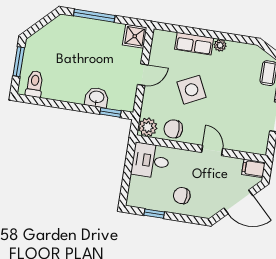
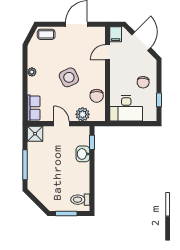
row of seats: (194, 44) -> (34, 108), moved
side table: (192, 90) -> (69, 77), moved
plant: (148, 127) -> (83, 114), moved
door: (212, 150) -> (108, 52), moved
desk: (151, 161) -> (126, 108), width x1.37

